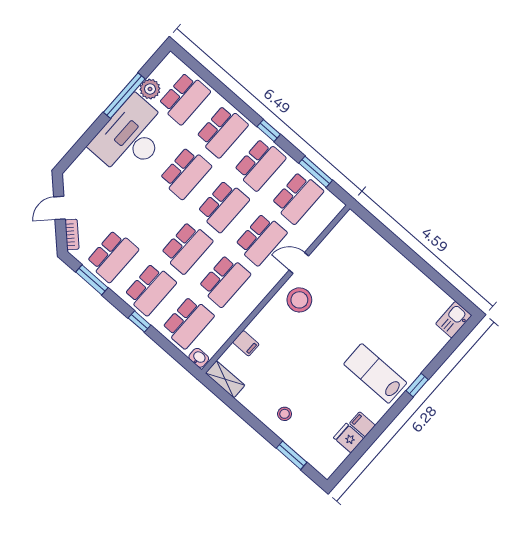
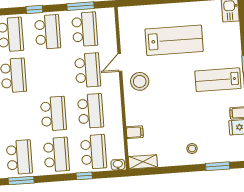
school desk: (223, 206) -> (50, 73), removed
lab bench: (372, 294) -> (174, 40), added
window: (139, 322) -> (84, 176), moved

